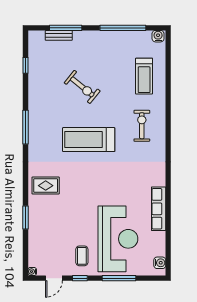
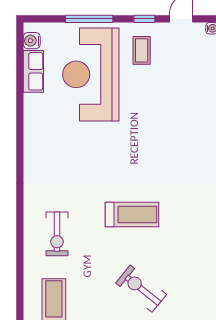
treadmill: (89, 140) -> (132, 214), width x0.73, depth x0.73
rug: (46, 186) -> (193, 150), removed
row of seats: (159, 209) -> (33, 71), moved, width x0.68

